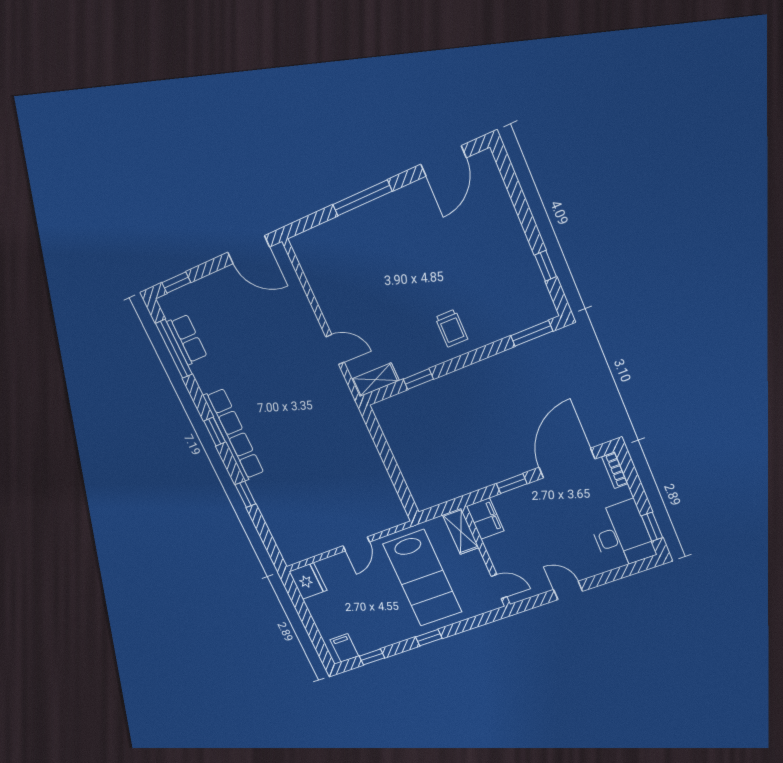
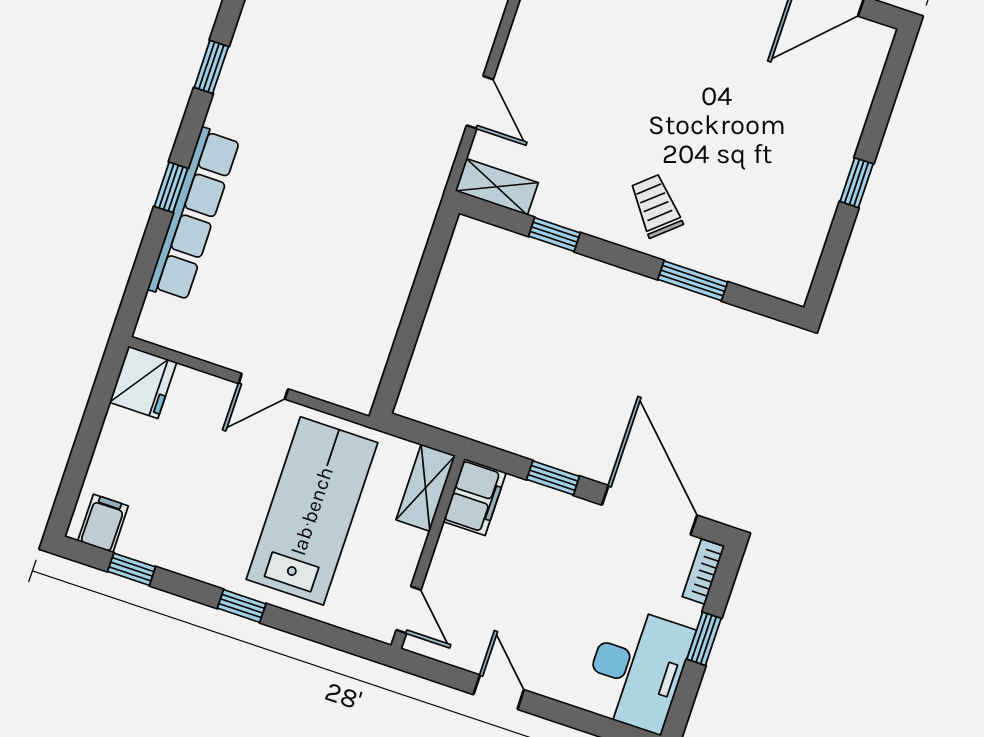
window: (546, 266) -> (857, 183), moved
trolley: (451, 328) -> (656, 206), turned 139
window: (532, 333) -> (693, 281), moved
row of seats: (234, 435) -> (194, 214), moved
door: (567, 463) -> (650, 510), hinge flipped
window: (652, 527) -> (704, 639), moved
lab bench: (422, 578) -> (312, 511), turned 180

